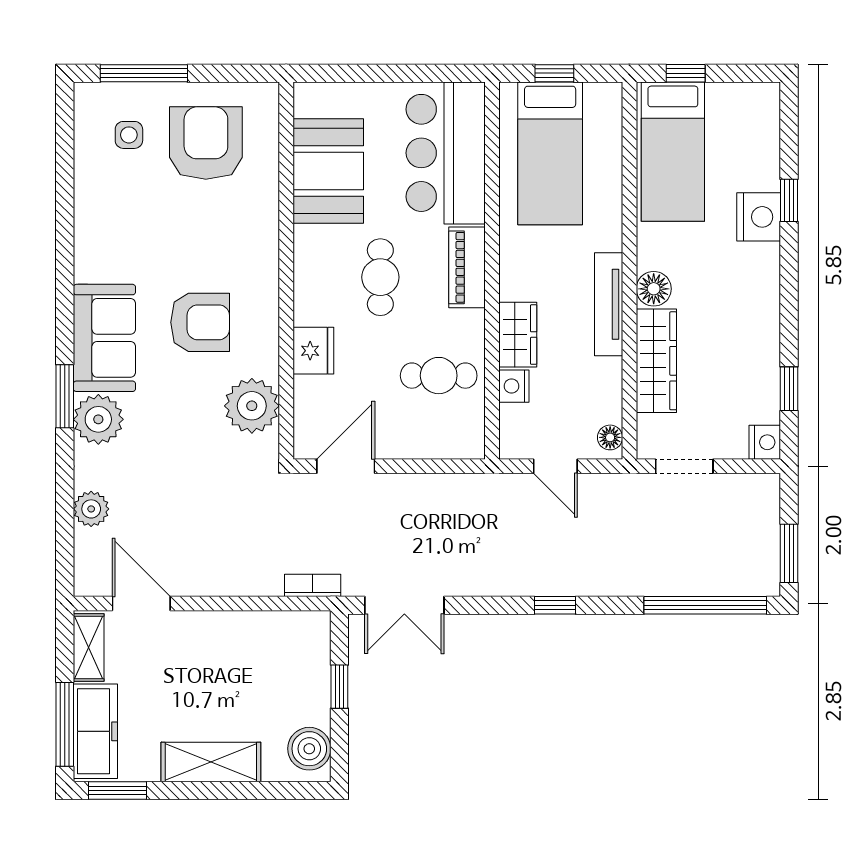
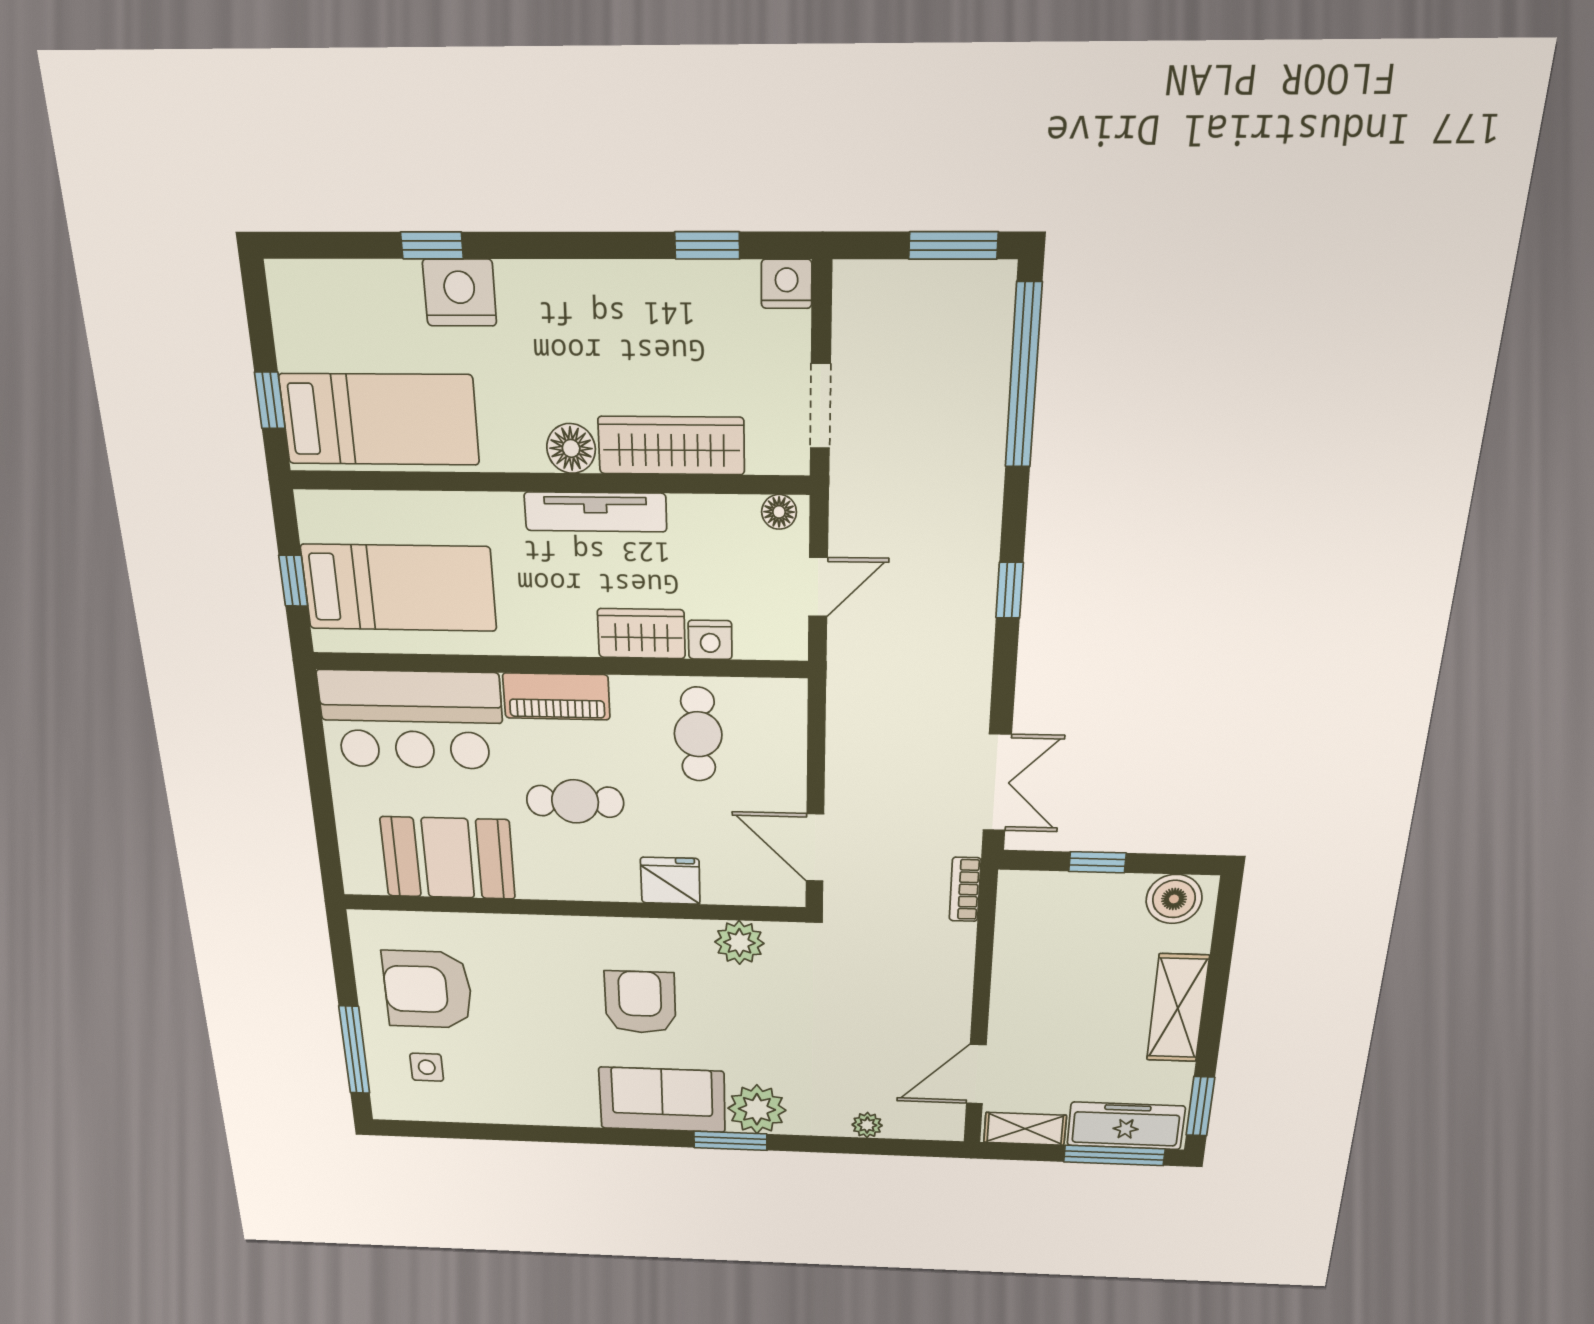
plant: (252, 406) -> (739, 943), width x0.73, depth x0.73
plant: (91, 509) -> (867, 1125), width x0.73, depth x0.73

